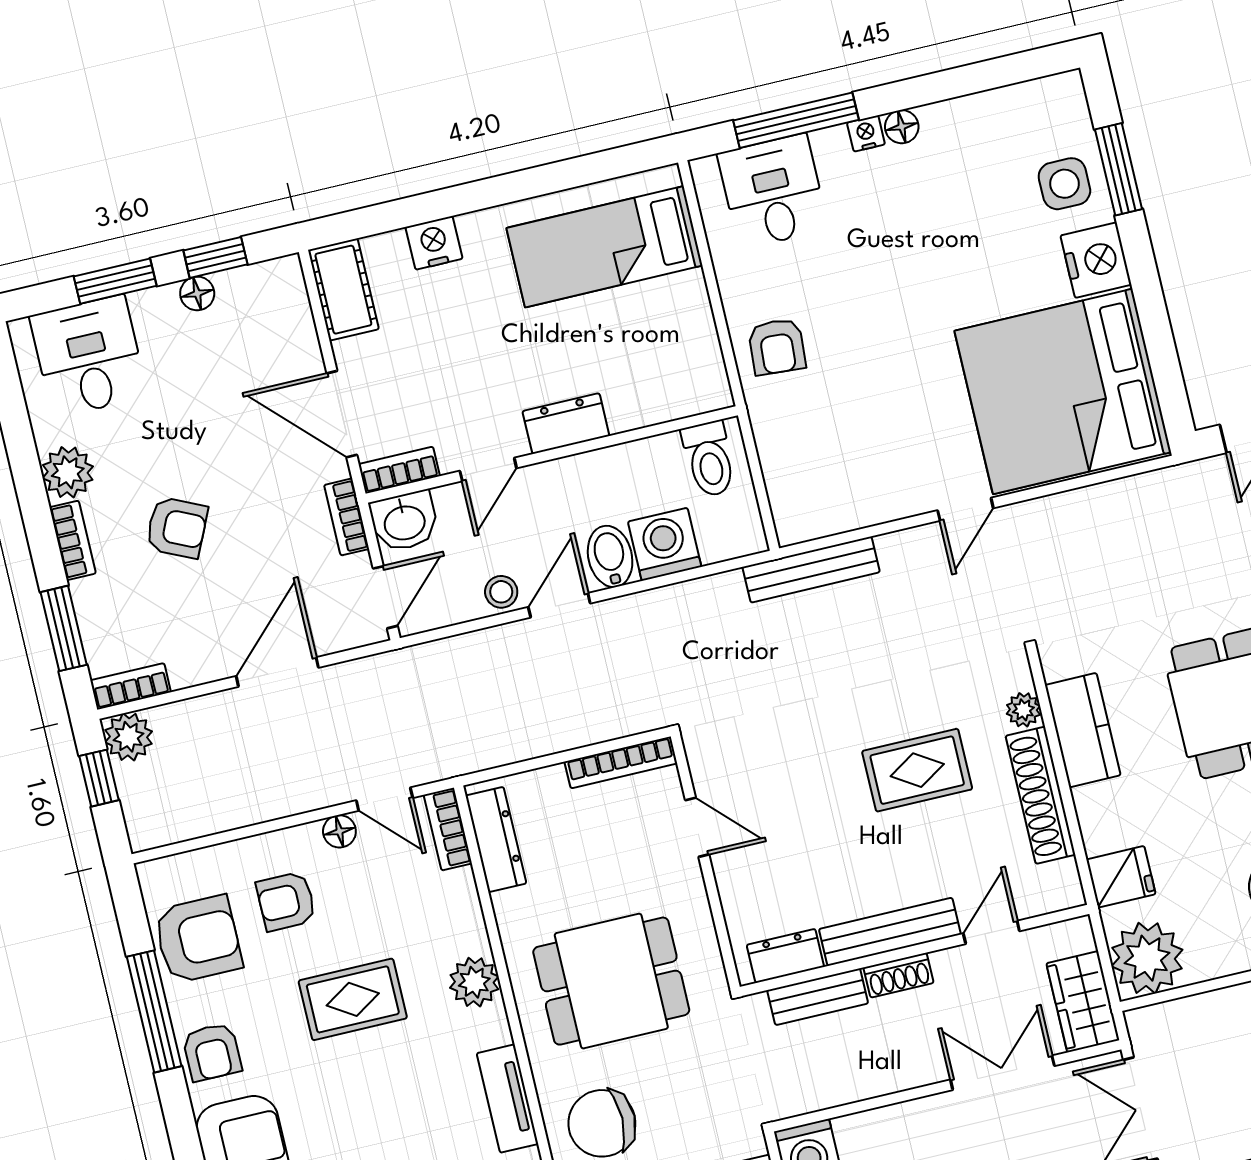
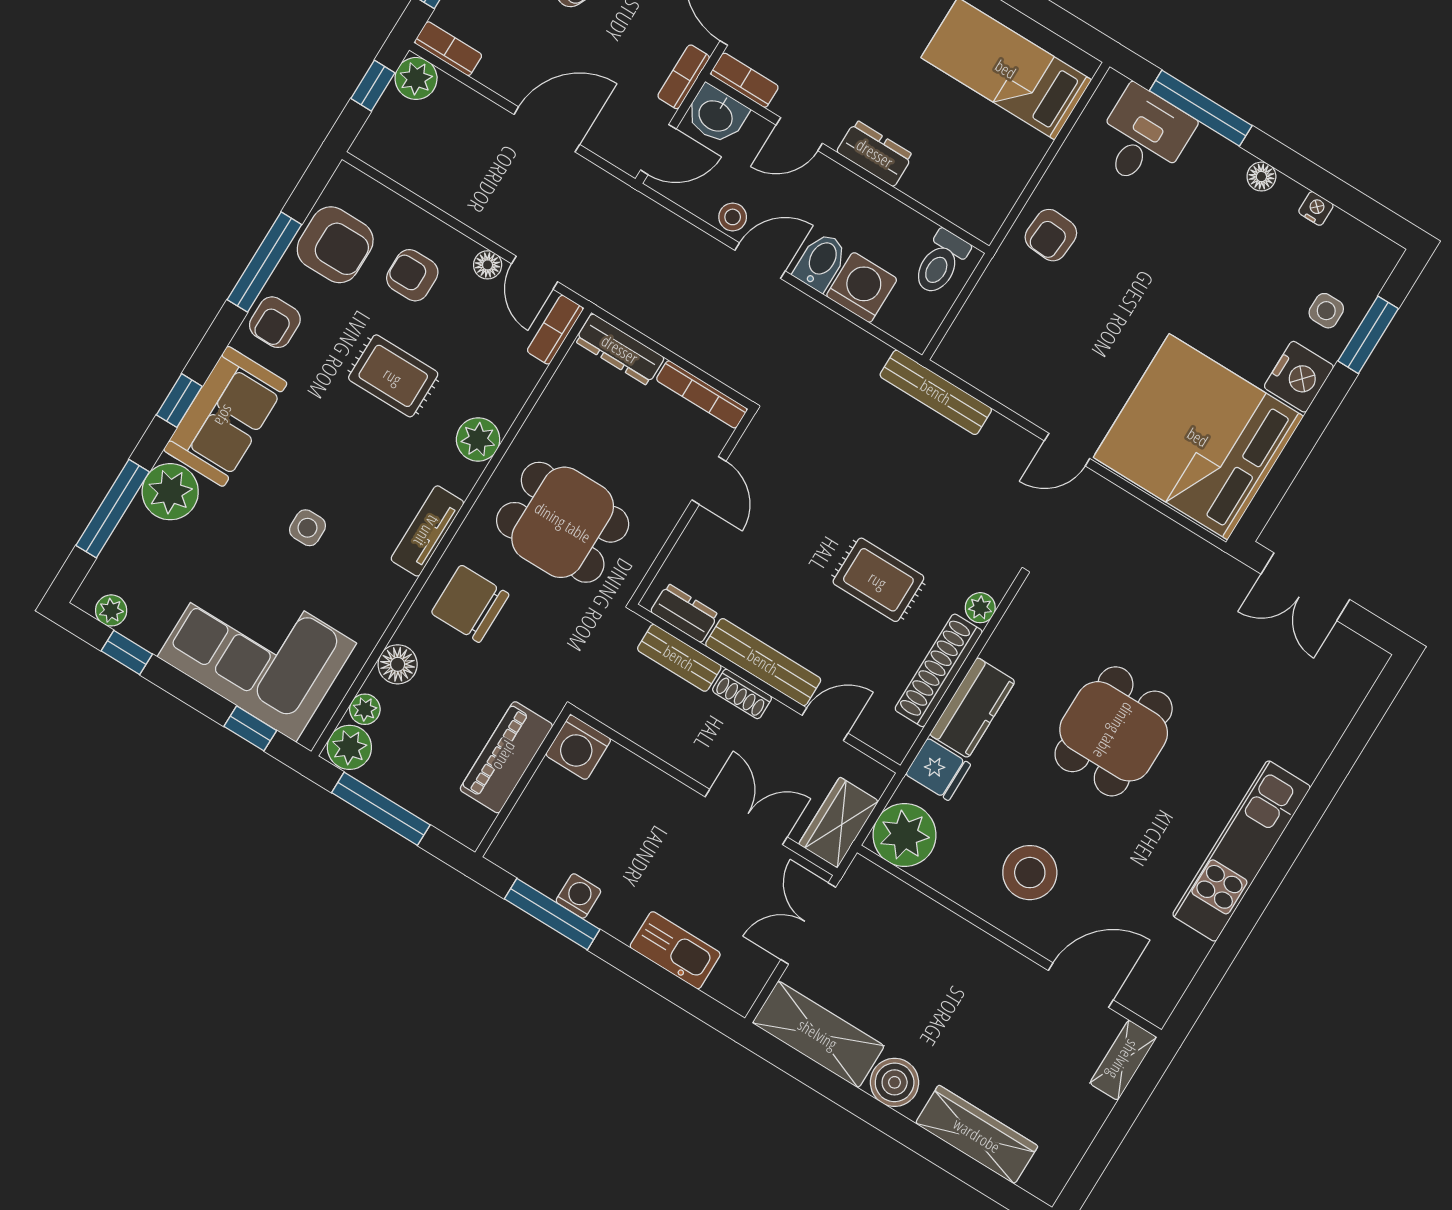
nightstand: (866, 133) -> (1316, 208), moved
side table: (1064, 184) -> (1326, 311), width x0.73, depth x0.73
kitchen counter: (1083, 730) -> (972, 708), moved
dresser: (496, 840) -> (620, 349), moved, turned 90

